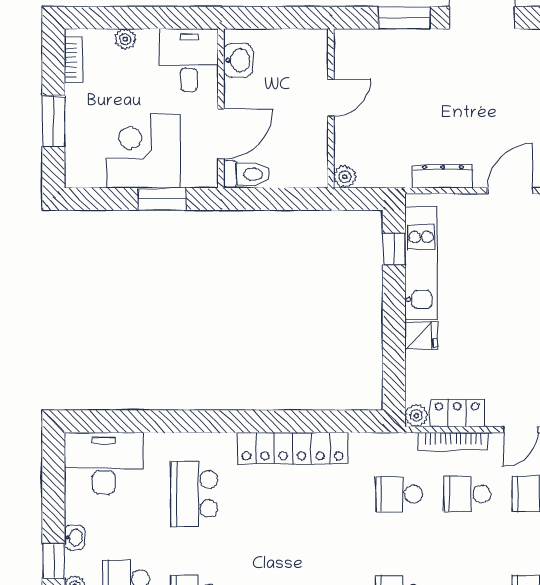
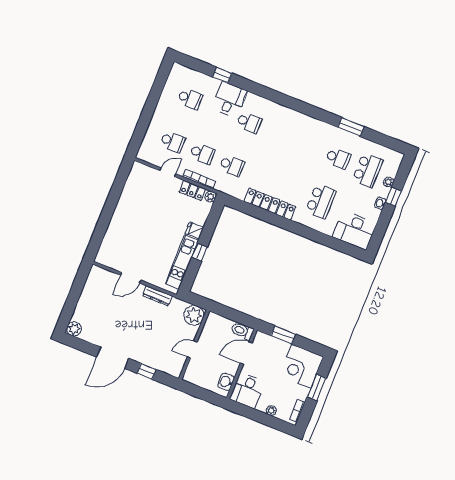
window: (404, 18) -> (147, 371), width x0.67
corner desk: (143, 151) -> (301, 366), moved, turned 90
plant: (345, 177) -> (194, 315), width x1.88, depth x1.88
window: (394, 249) -> (199, 252), moved

